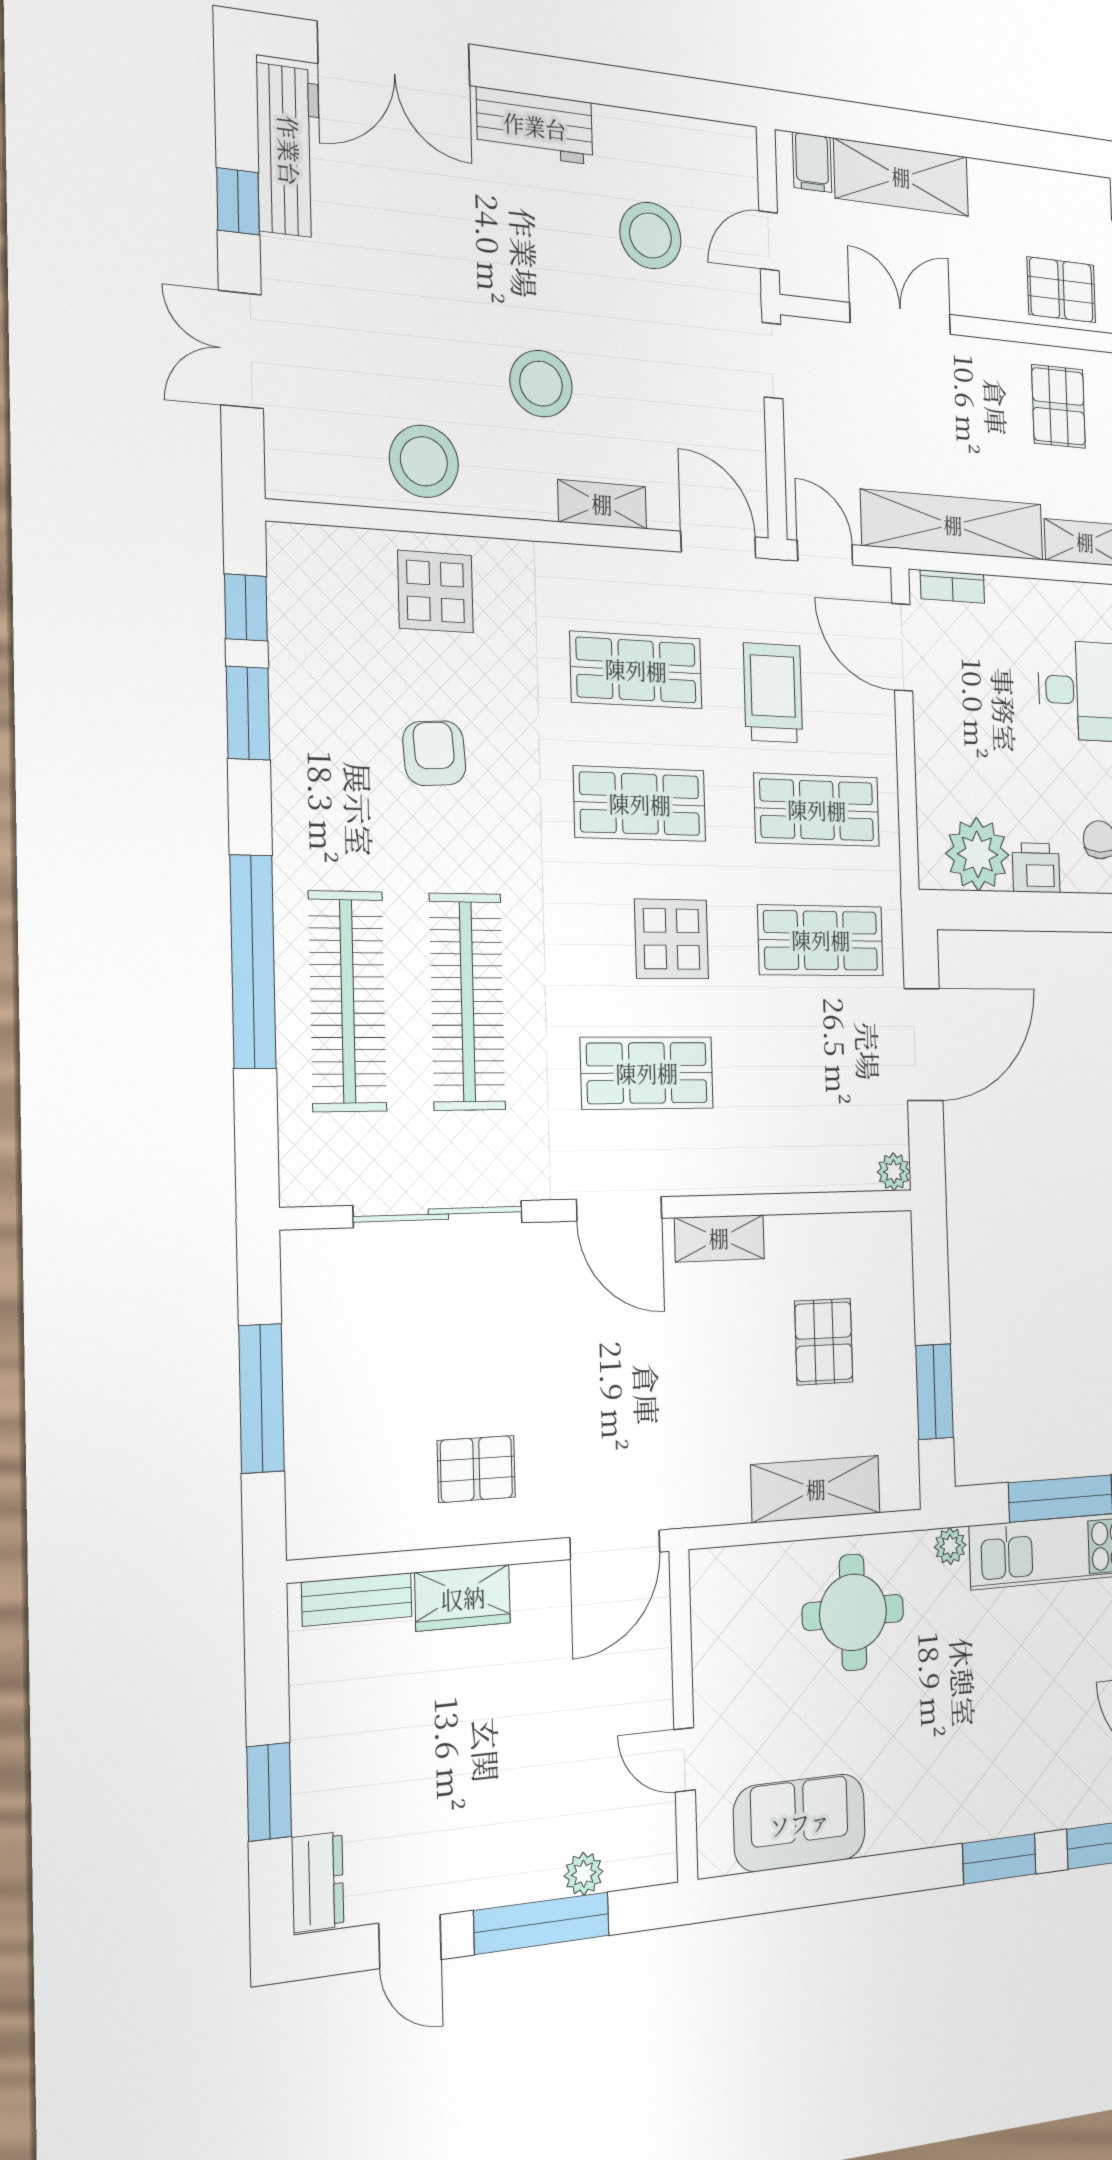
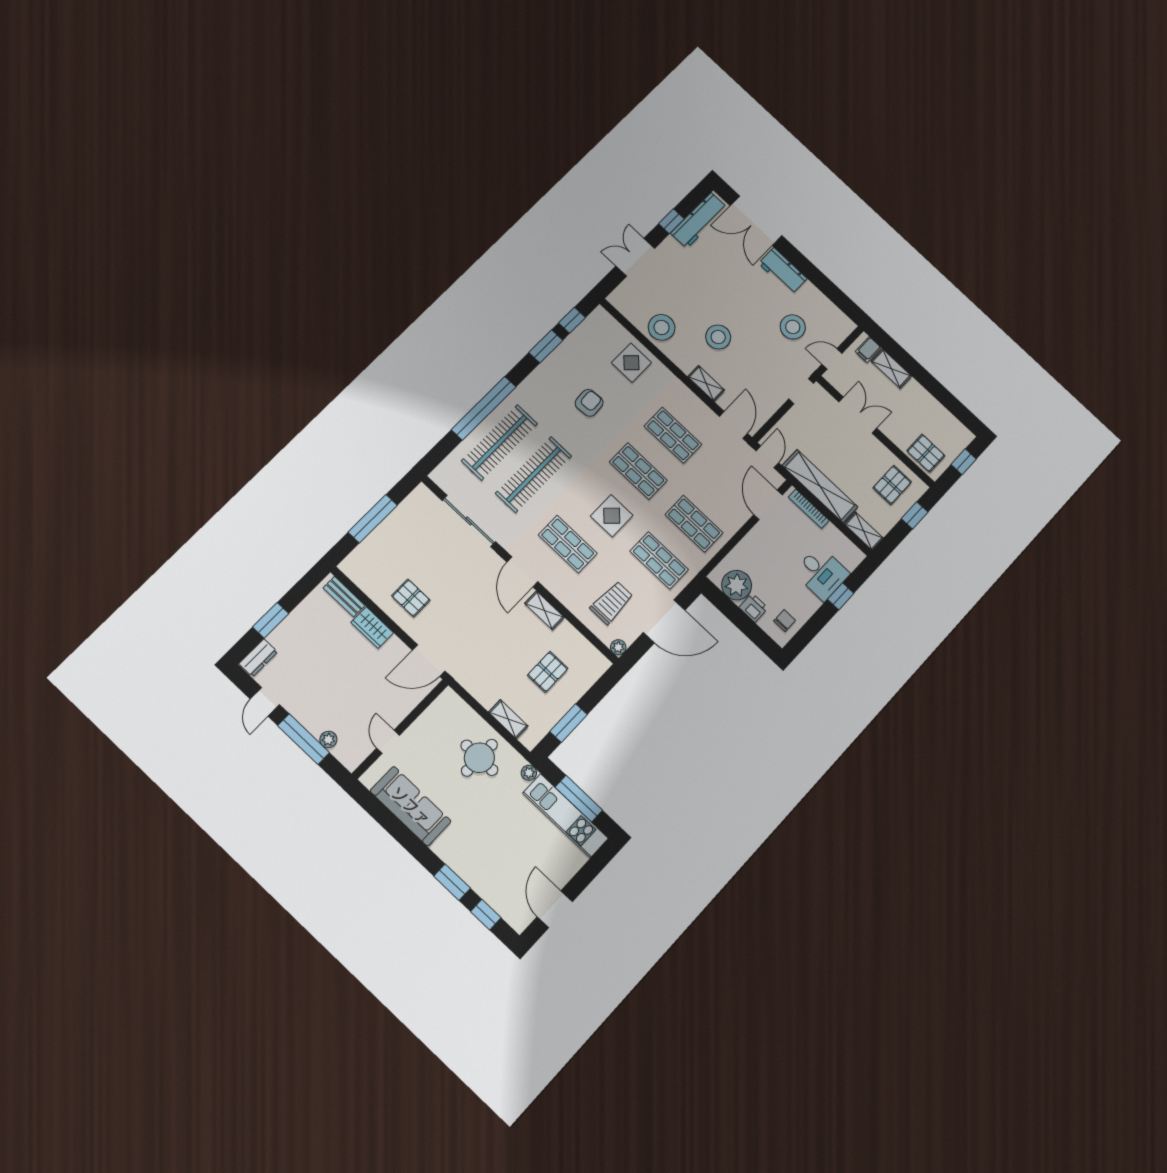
shelving: (901, 177) -> (891, 369), width x0.67, depth x0.75
bookcase: (952, 587) -> (809, 509), width x1.56
trolley: (773, 693) -> (612, 603), moved
shelving: (816, 1489) -> (508, 719), width x0.67, depth x0.75
sofa: (800, 1823) -> (411, 806), width x1.36

